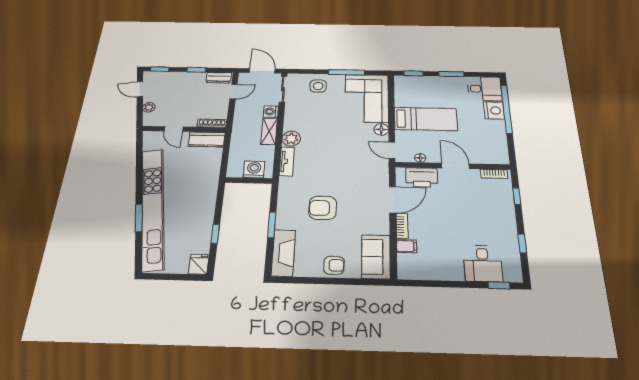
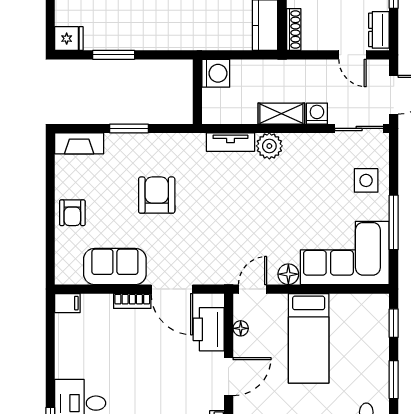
washing machine: (254, 169) -> (216, 73), moved
window: (215, 234) -> (114, 55), width x1.50
filing cabinet: (407, 246) -> (67, 303), moved, turned -90
fireplace: (283, 253) -> (79, 143), width x0.73, depth x0.76
sofa: (376, 257) -> (115, 266), moved

